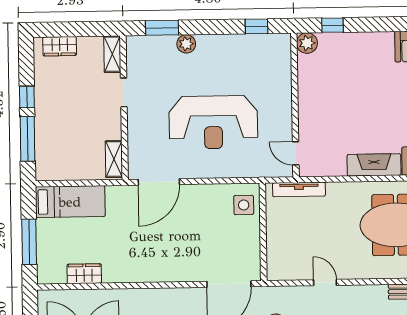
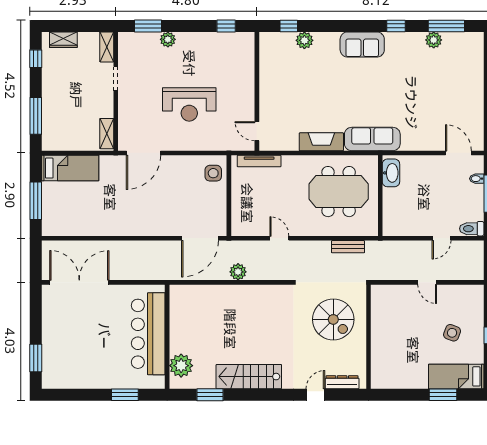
plant: (307, 43) -> (304, 40), moved
window: (27, 97) -> (36, 59), moved
reception desk: (213, 122) -> (189, 104), width x0.74, depth x0.77
wardrobe: (84, 274) -> (81, 228), removed

